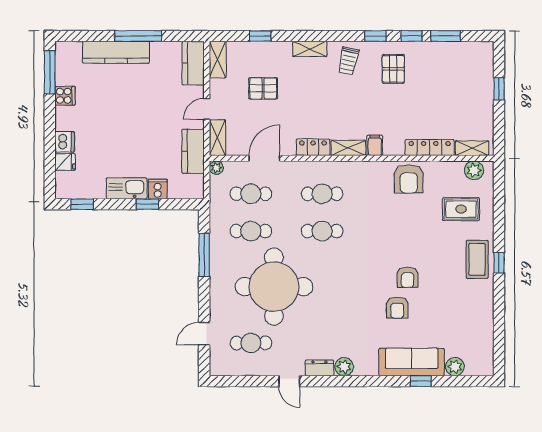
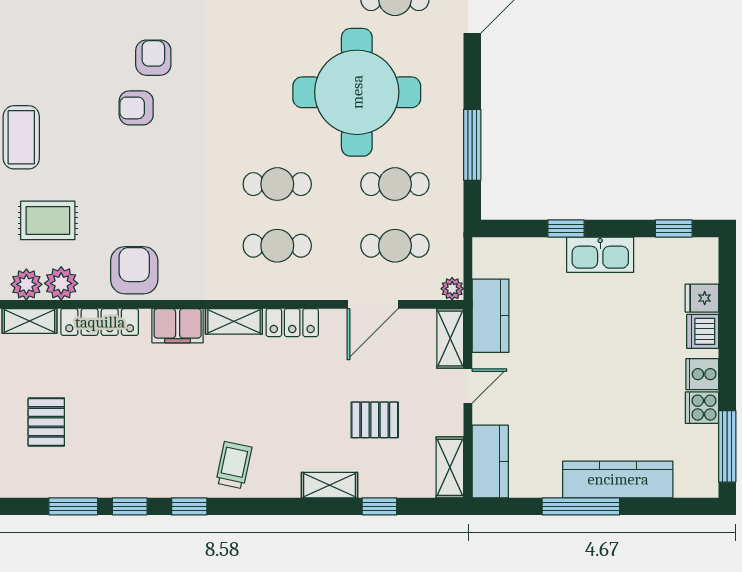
shelving: (310, 49) -> (330, 485), moved
pallet: (393, 69) -> (46, 422), moved
filing cabinet: (375, 145) -> (178, 326), width x2.00
plant: (453, 171) -> (61, 283), added
cooker: (158, 189) -> (702, 374), moved, turned 90
armchair: (408, 277) -> (136, 108), turned -90

